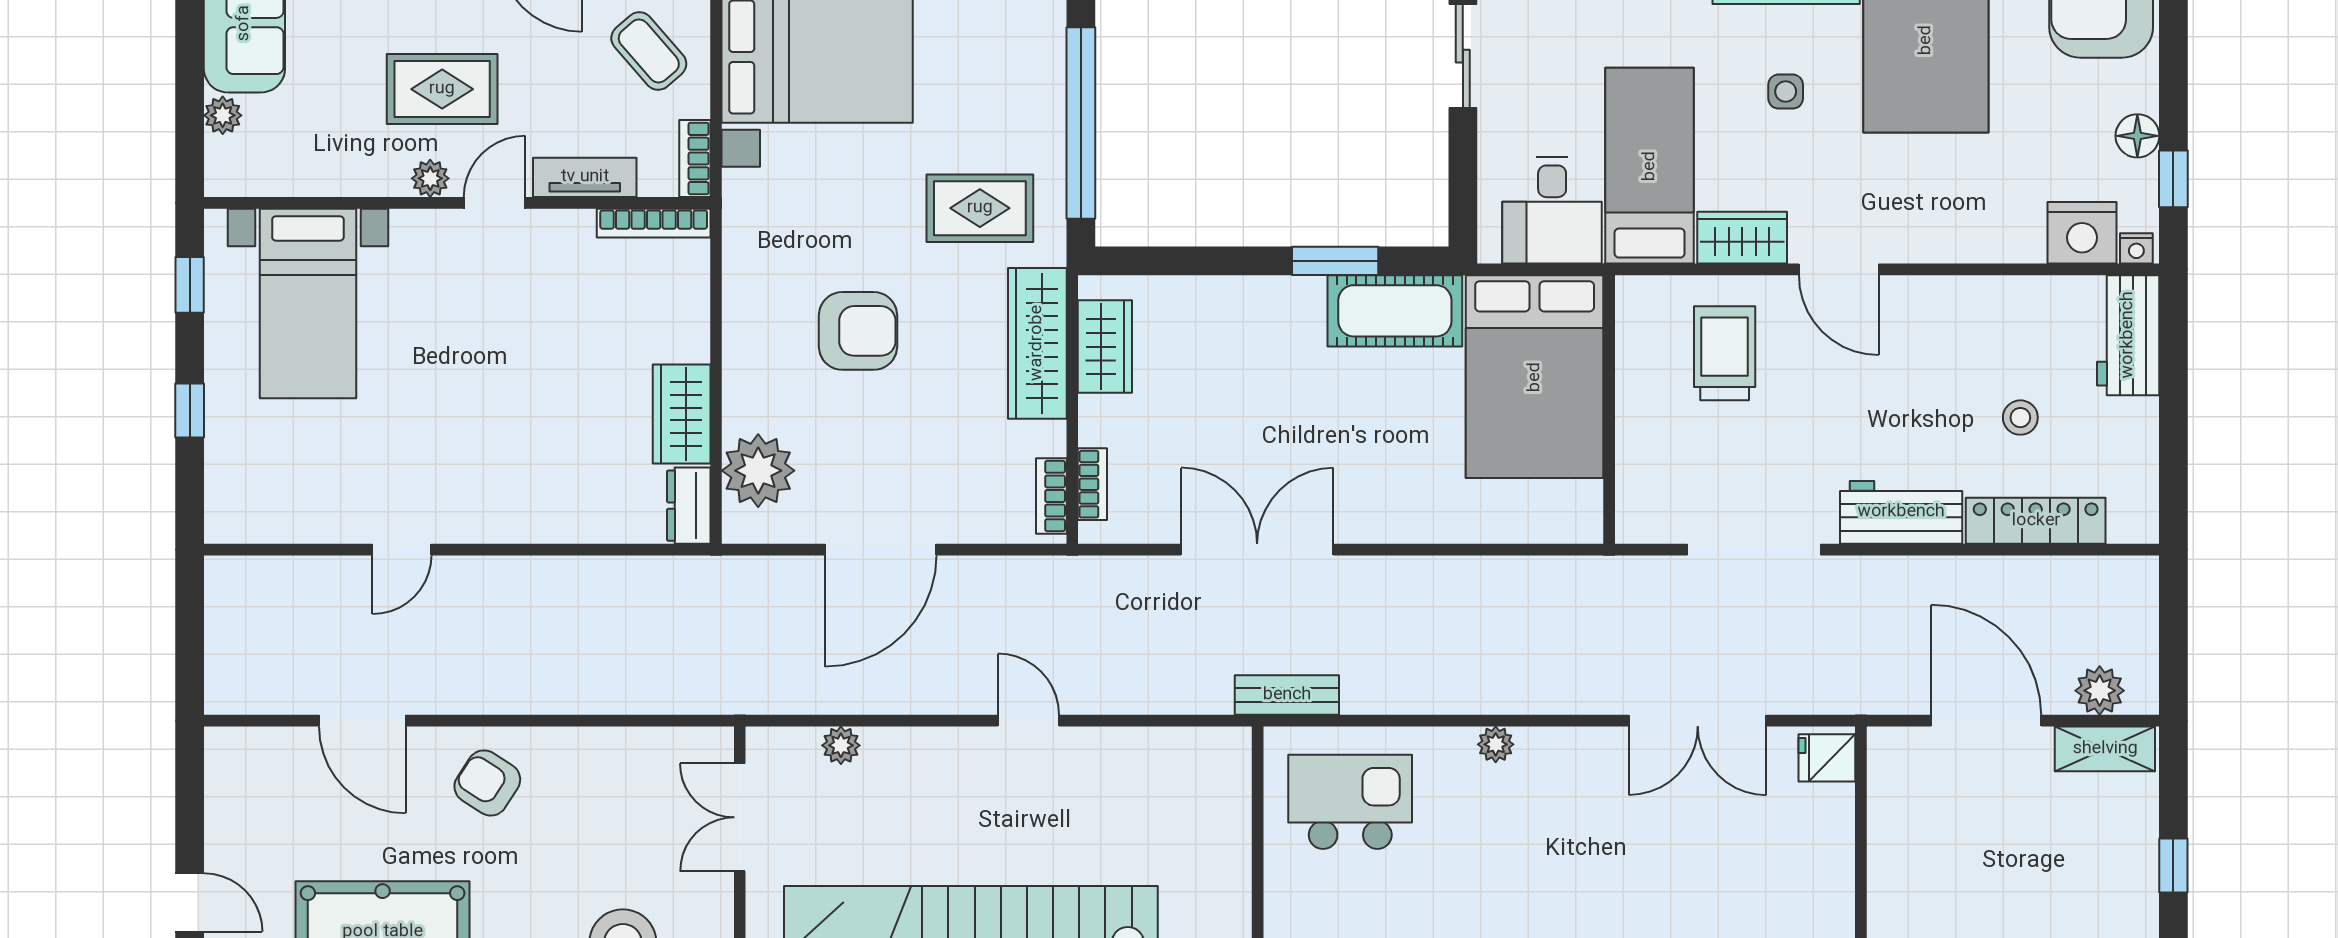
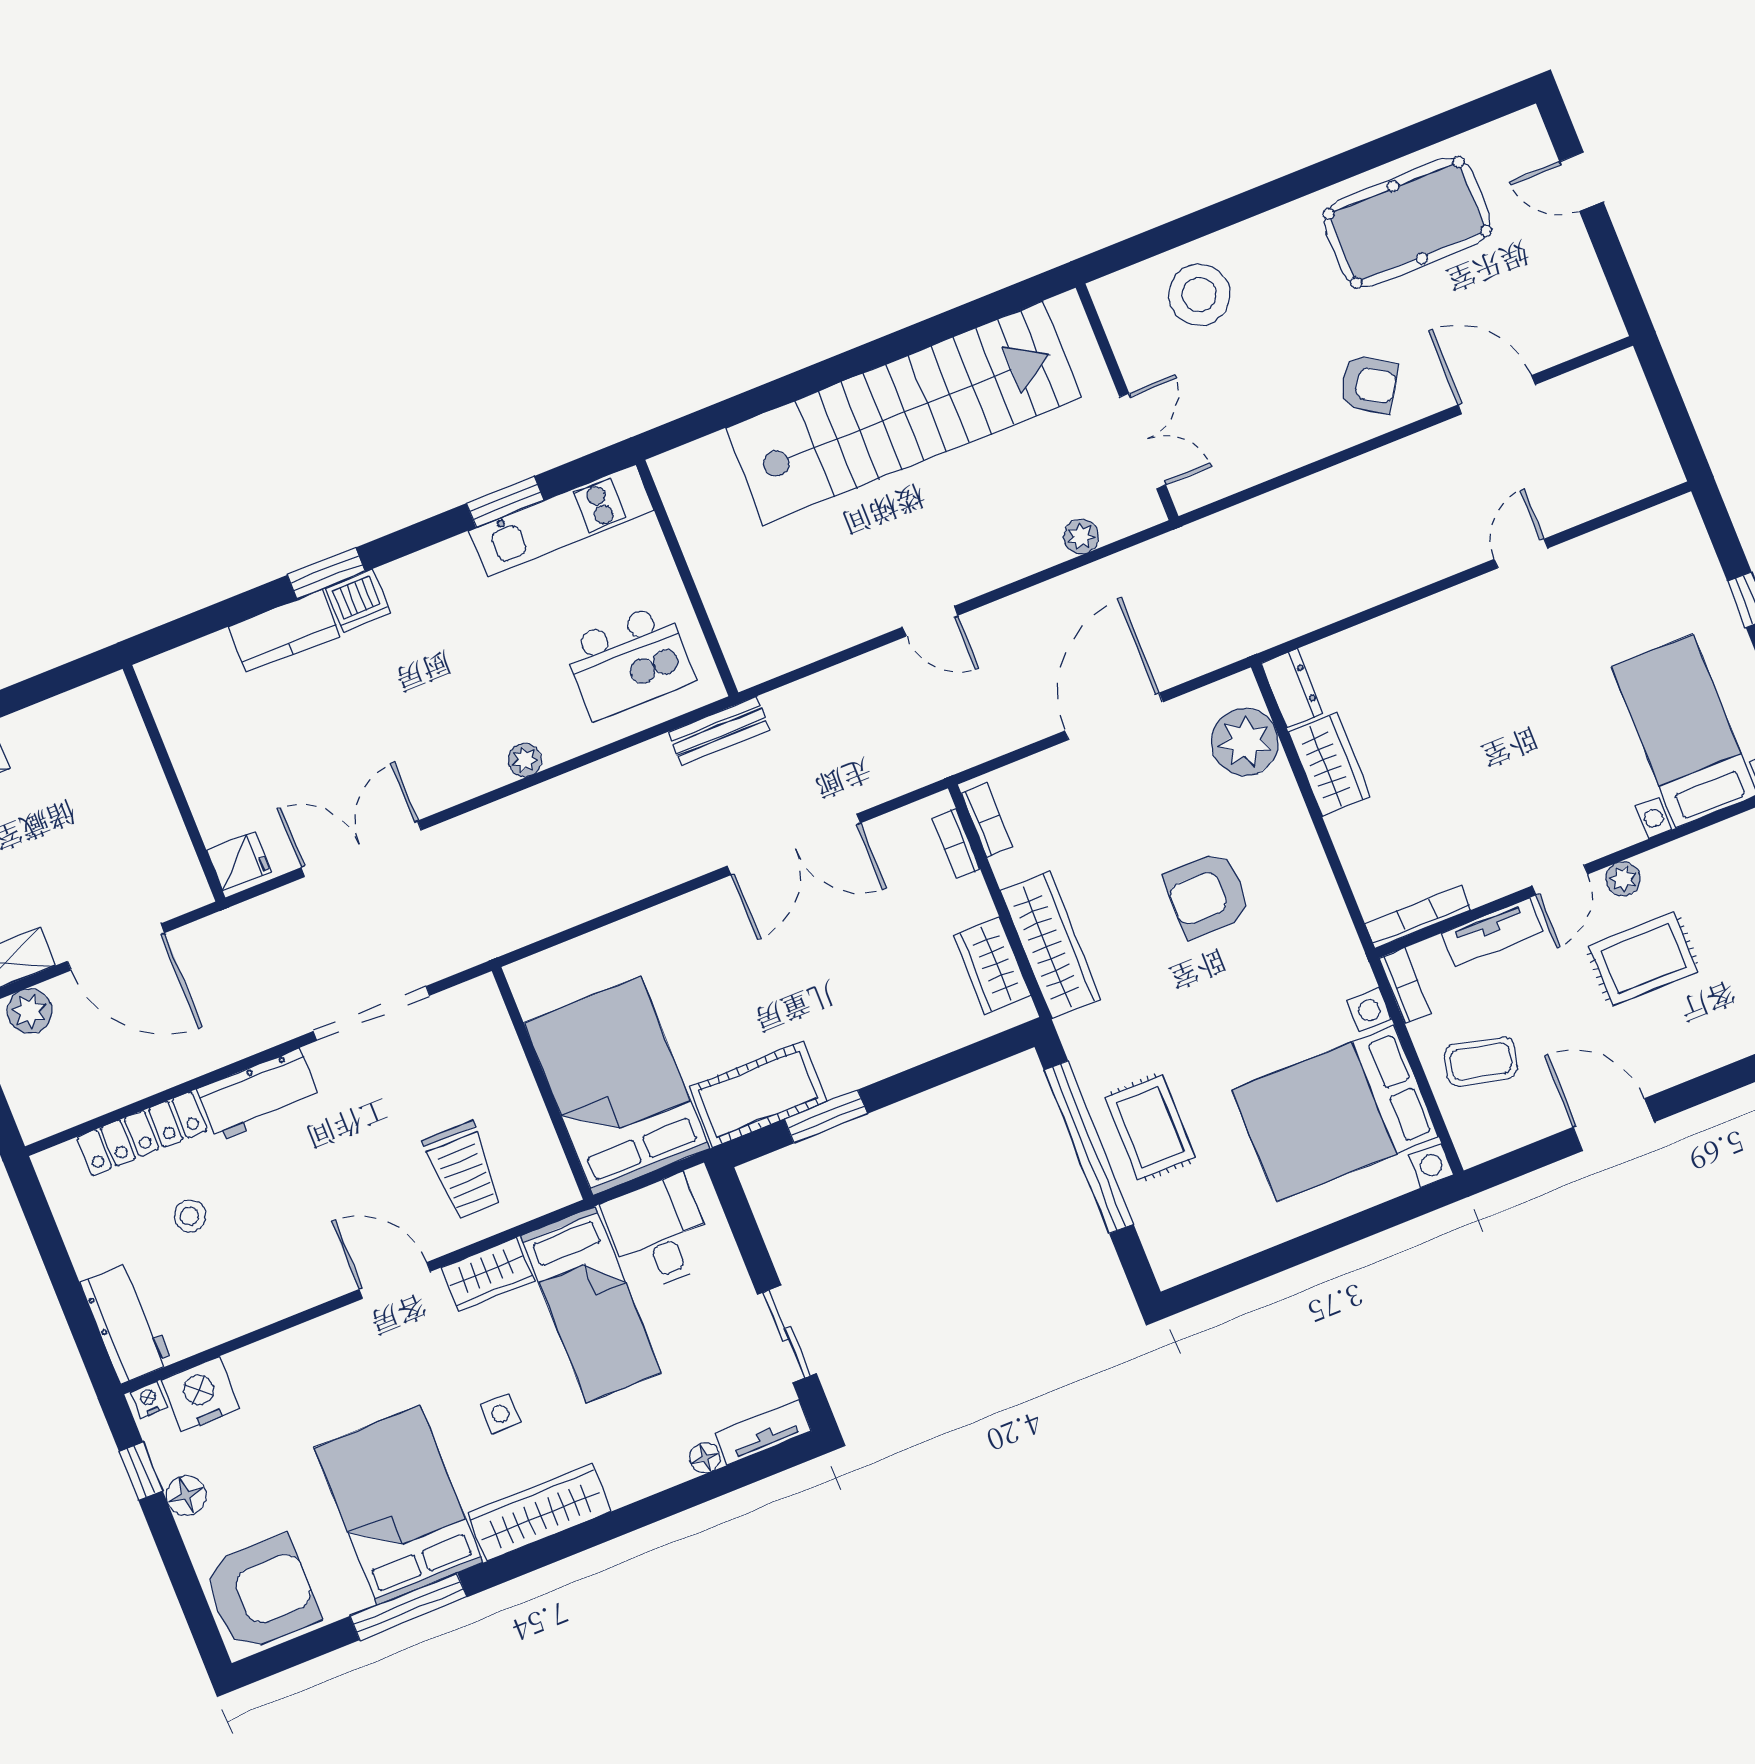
coffee table: (649, 51) -> (1481, 1061), turned -36
rug: (980, 208) -> (1150, 1127), moved, turned 90

